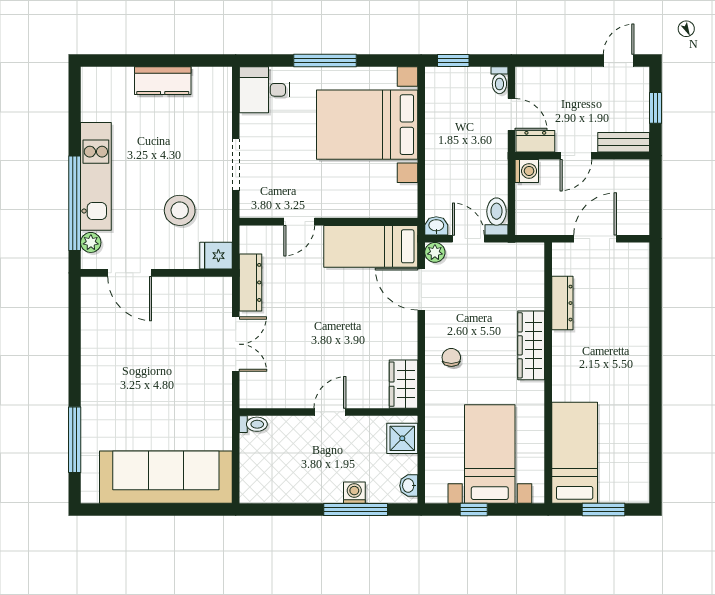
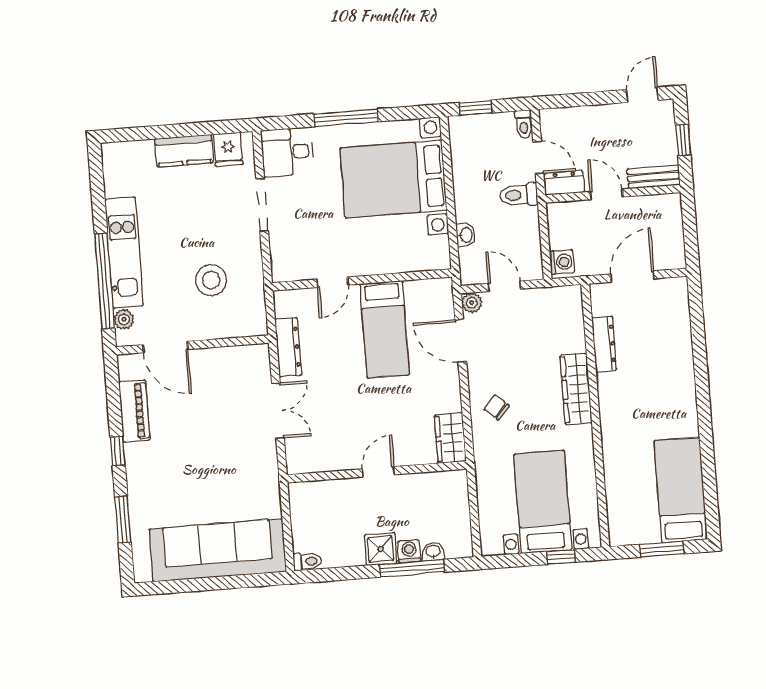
door: (576, 156) -> (606, 194), swing flipped
doorway: (236, 165) -> (262, 205), moved
washing machine: (527, 171) -> (562, 262), moved
toilet: (497, 216) -> (519, 195), moved, turned -90
washbasin: (436, 226) -> (466, 235), moved, turned 90
bed: (371, 246) -> (385, 329), moved, turned -90
fridge: (216, 256) -> (228, 149), moved, turned -90
piano: (94, 334) -> (134, 411), added
chair: (451, 357) -> (496, 407), turned -49
window: (75, 372) -> (118, 451), added
toilet: (253, 424) -> (307, 561), moved
shower: (402, 438) -> (381, 549), moved
window: (75, 440) -> (123, 520), width x0.69
bed: (575, 453) -> (681, 490), moved
washbasin: (409, 486) -> (433, 551), moved, turned 90
window: (474, 510) -> (561, 557), moved

